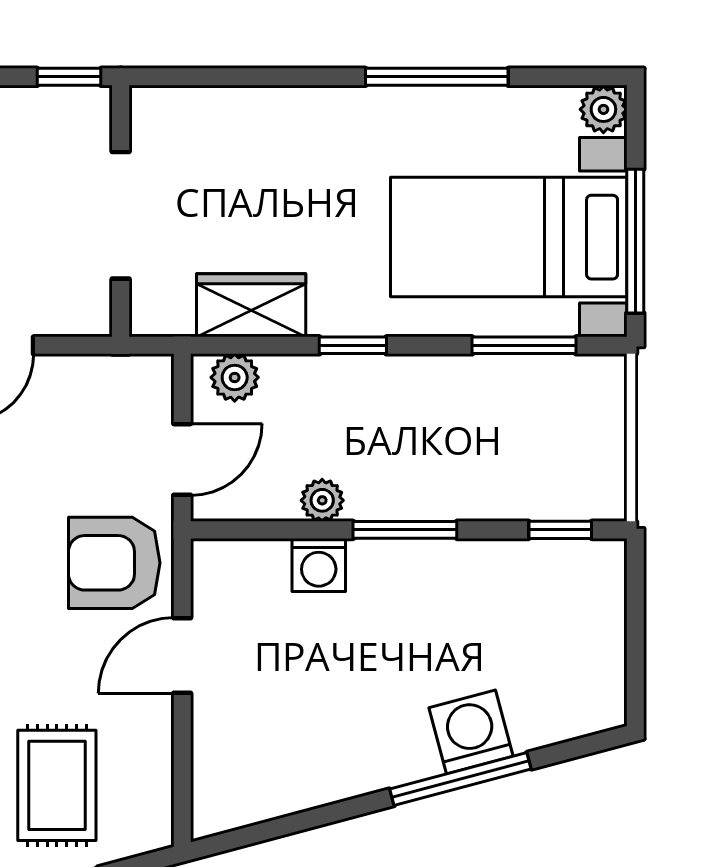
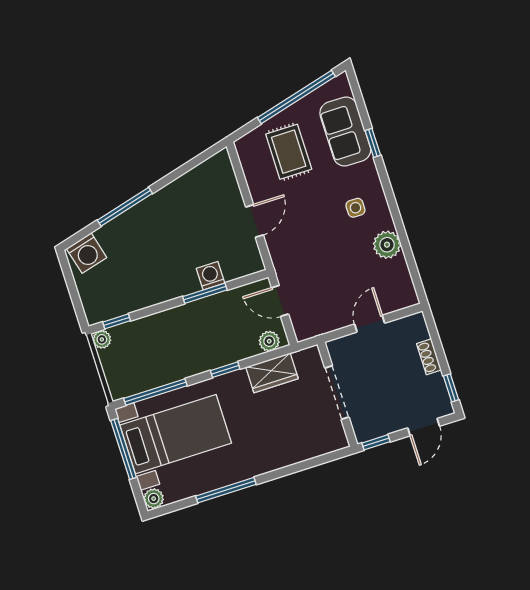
window: (524, 345) -> (155, 392), width x1.44
door: (182, 459) -> (280, 301), hinge flipped
plant: (322, 500) -> (102, 339), moved
window: (405, 530) -> (205, 293), moved
armchair: (114, 563) -> (294, 250), removed
washing machine: (471, 732) -> (87, 253), moved

